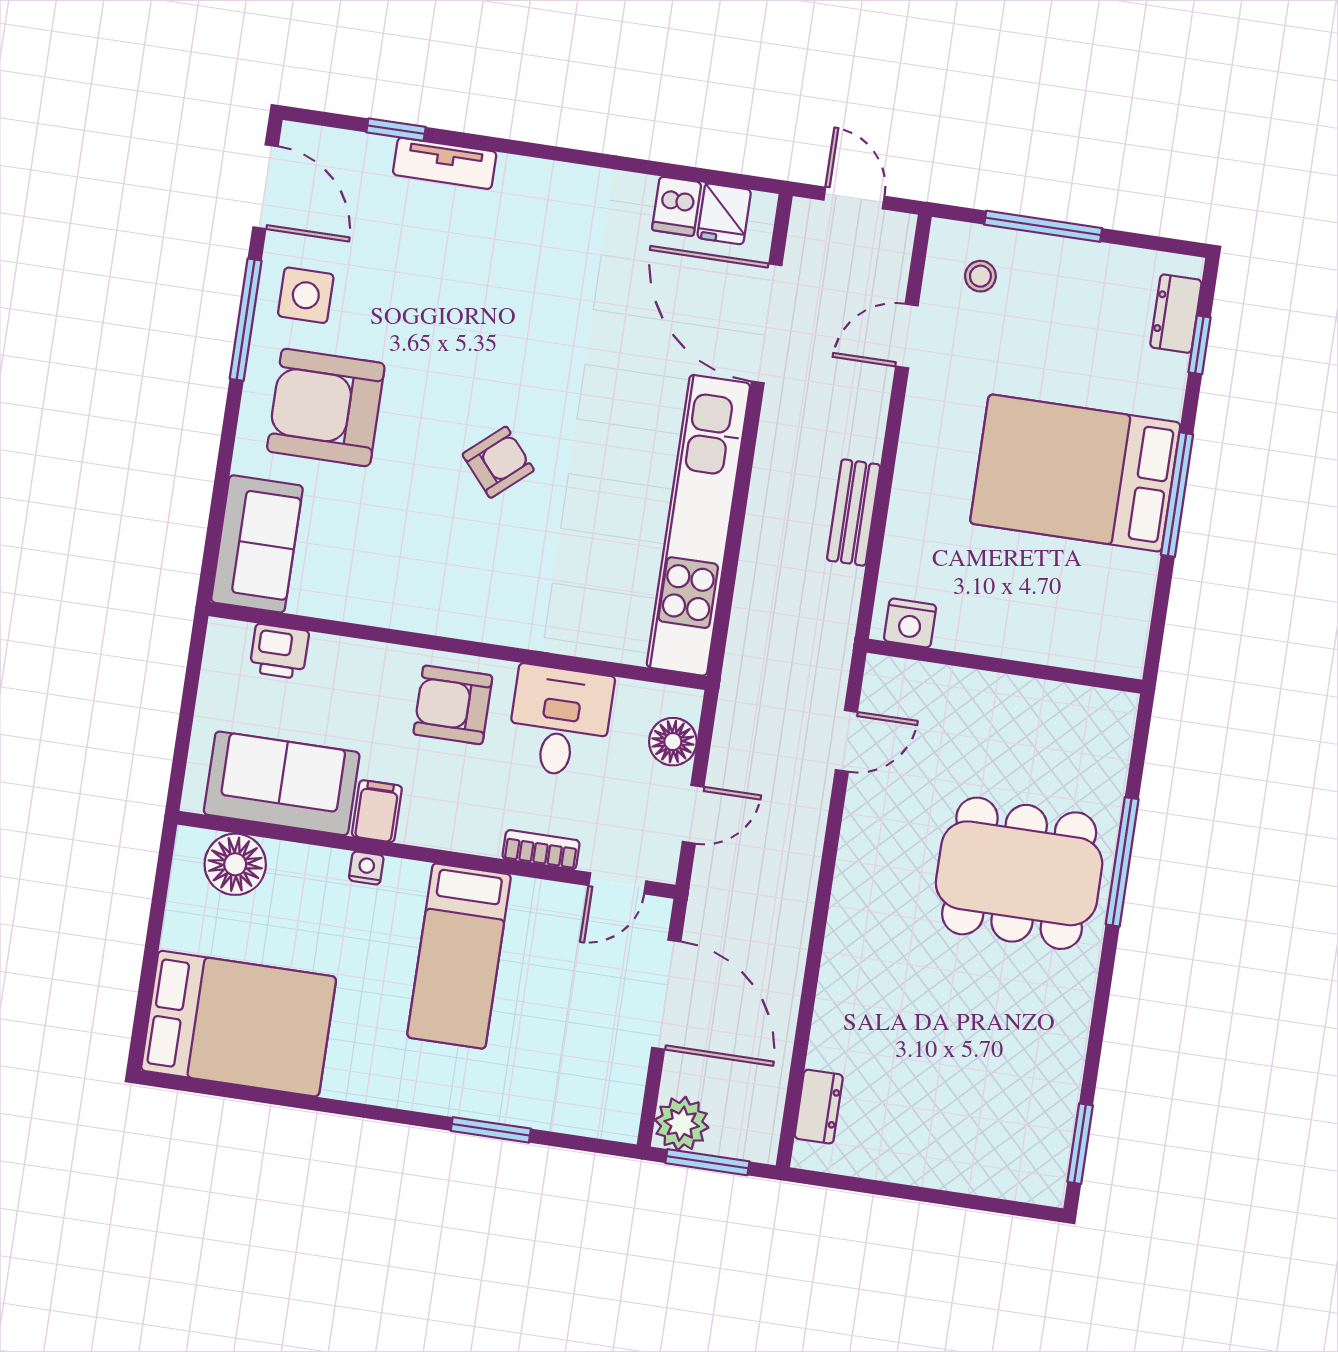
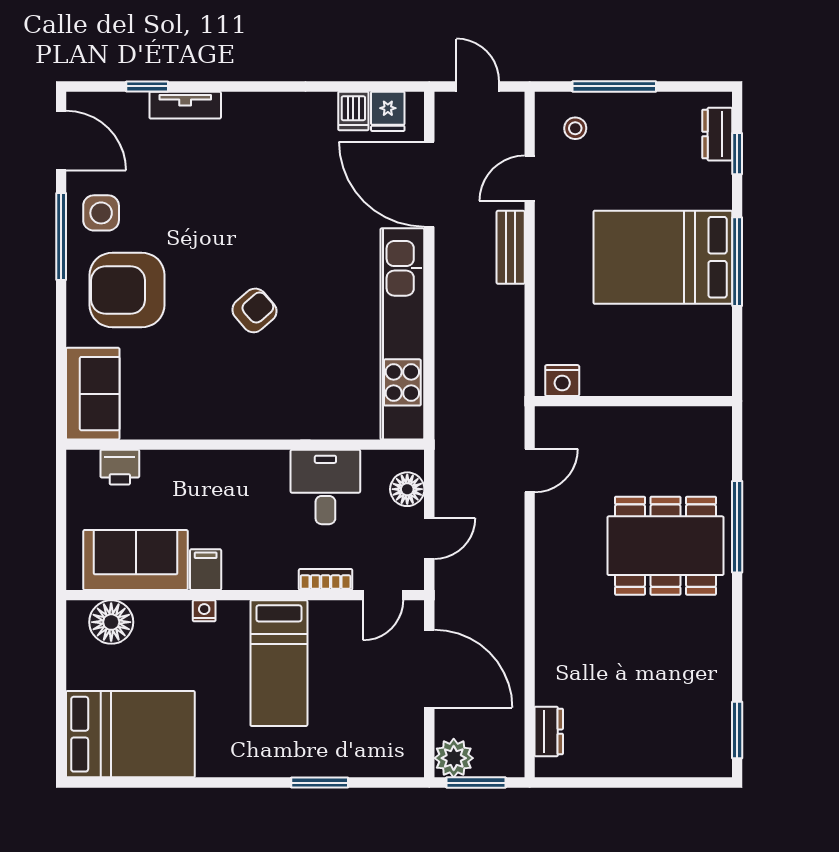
bench: (854, 512) -> (511, 247), moved
armchair: (453, 705) -> (248, 487), removed

